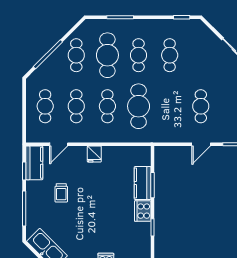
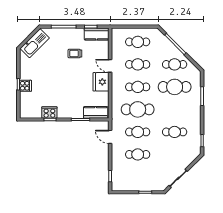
cafe table: (139, 55) -> (138, 132), moved
door: (59, 144) -> (110, 66), moved
door: (201, 144) -> (110, 137), moved
fridge: (94, 154) -> (101, 82), width x1.88, depth x1.34
kitchen counter: (143, 183) -> (96, 112), moved
cooker: (143, 211) -> (49, 112), moved

